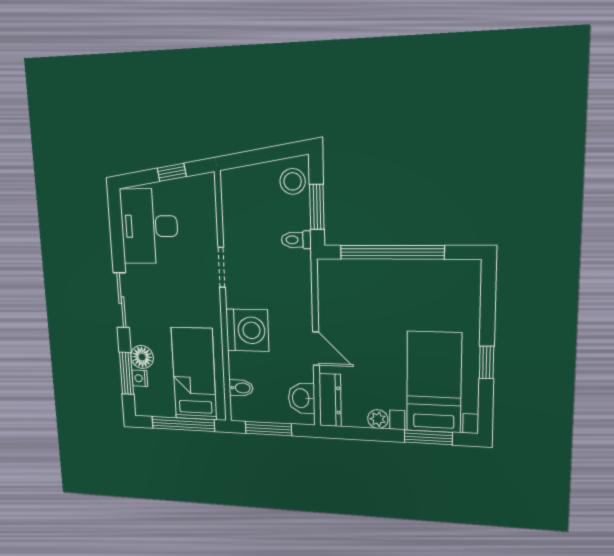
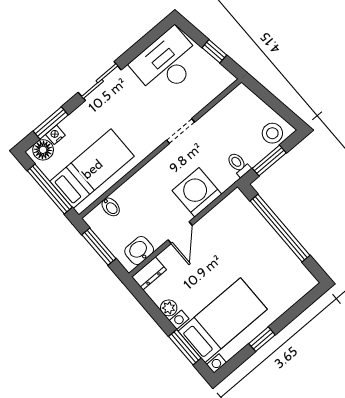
washing machine: (247, 330) -> (197, 192), moved, turned 180
floor lamp: (142, 357) -> (43, 150), moved
dresser: (330, 400) -> (149, 273), width x0.70

